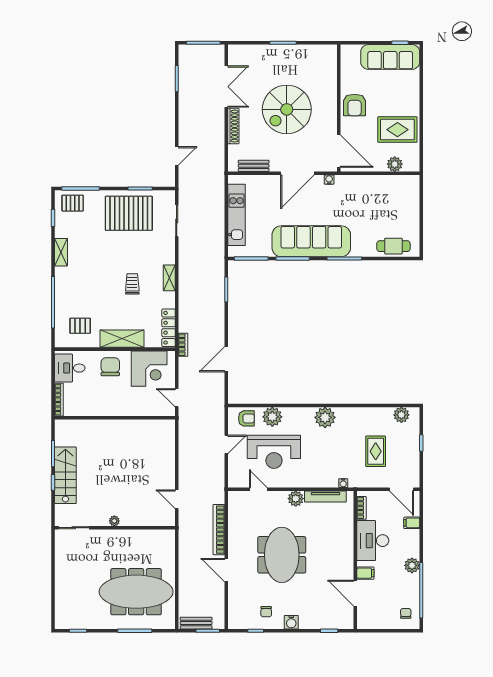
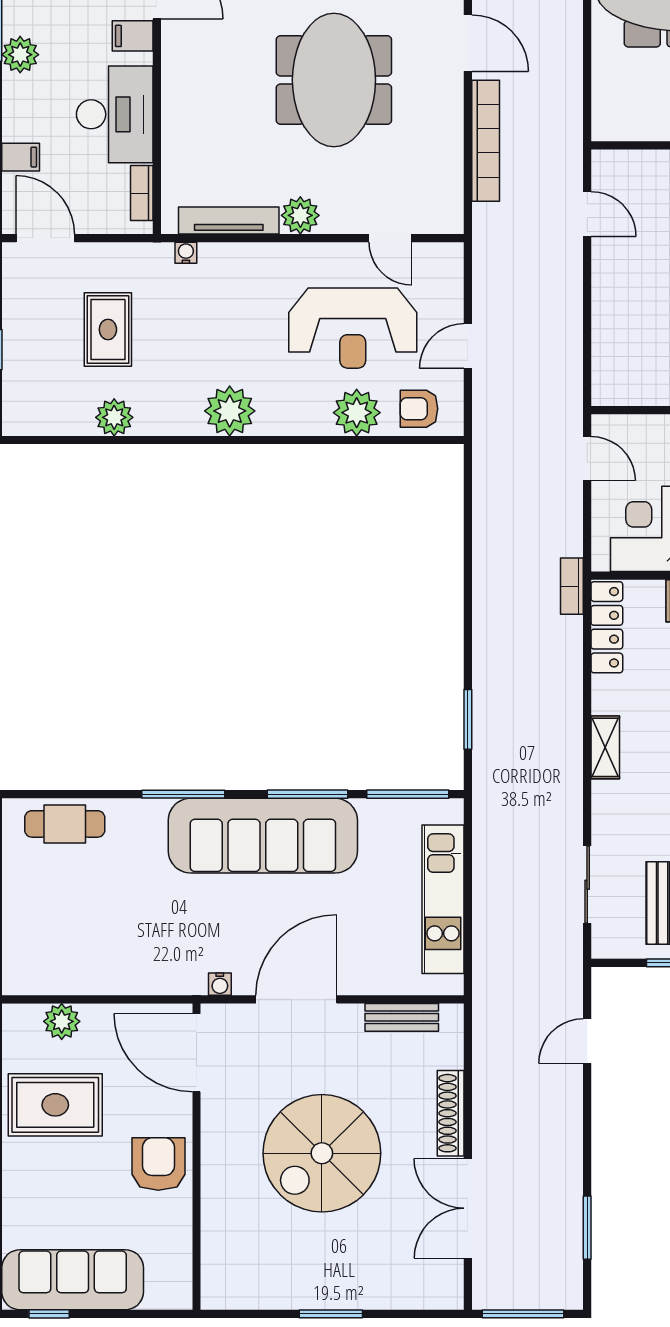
spiral stairs: (287, 109) -> (322, 1153), turned 180
door: (226, 359) -> (468, 551), removed
plant: (401, 415) -> (114, 417), moved
reception desk: (274, 452) -> (353, 328), turned 180

